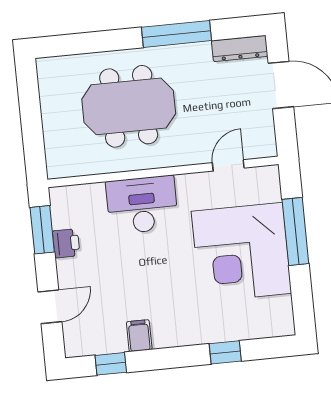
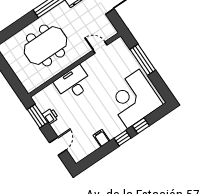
door: (228, 165) -> (100, 48), hinge flipped
corner desk: (241, 252) -> (133, 99), moved, turned 90
window: (111, 364) -> (122, 138), moved

